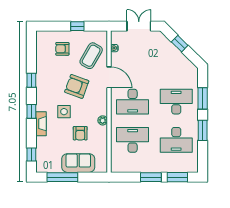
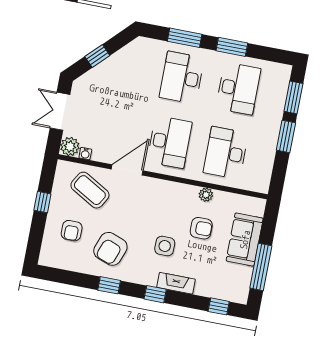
plant: (117, 37) -> (70, 146), added
armchair: (77, 86) -> (110, 249), moved
plant: (103, 120) -> (206, 195), moved

